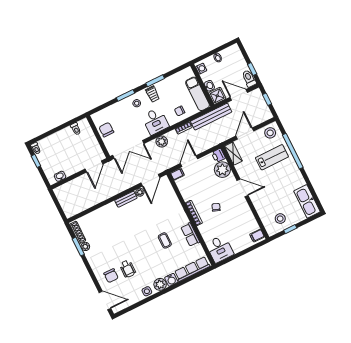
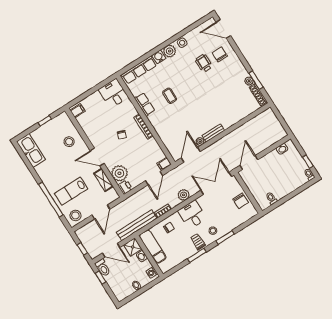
shelving: (233, 154) -> (103, 180), moved
stool: (280, 219) -> (69, 142), moved

